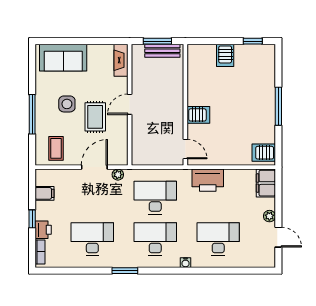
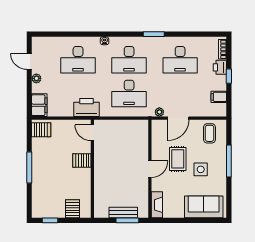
wall: (185, 105) -> (92, 169), moved
server rack: (198, 115) -> (82, 160), moved
door: (185, 149) -> (92, 133), moved

